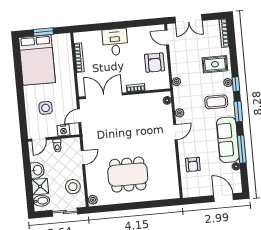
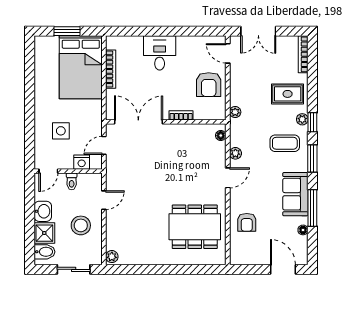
bed: (37, 60) -> (81, 67), moved
sofa: (228, 140) -> (295, 194), width x0.73
dining table: (128, 175) -> (195, 227), moved
stool: (73, 187) -> (81, 225), moved

